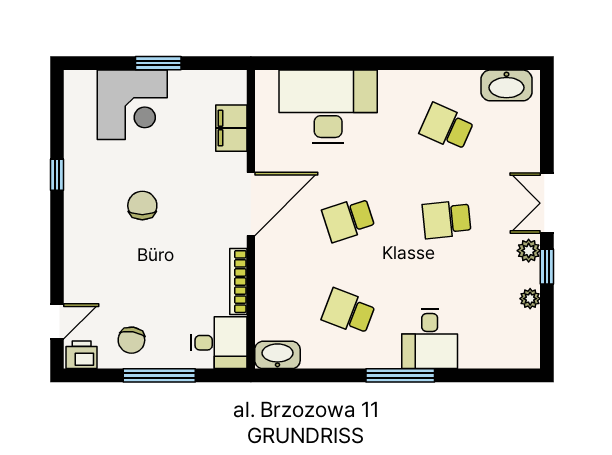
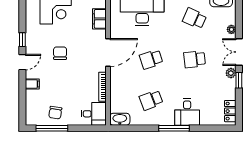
filing cabinet: (79, 275) -> (32, 84), added
plant: (530, 299) -> (231, 29), moved
school desk: (348, 312) -> (151, 100), turned -42
door: (57, 321) -> (22, 62), moved
locker: (527, 337) -> (230, 111), added
printer: (82, 355) -> (33, 119), removed
window: (159, 375) -> (52, 128), moved

